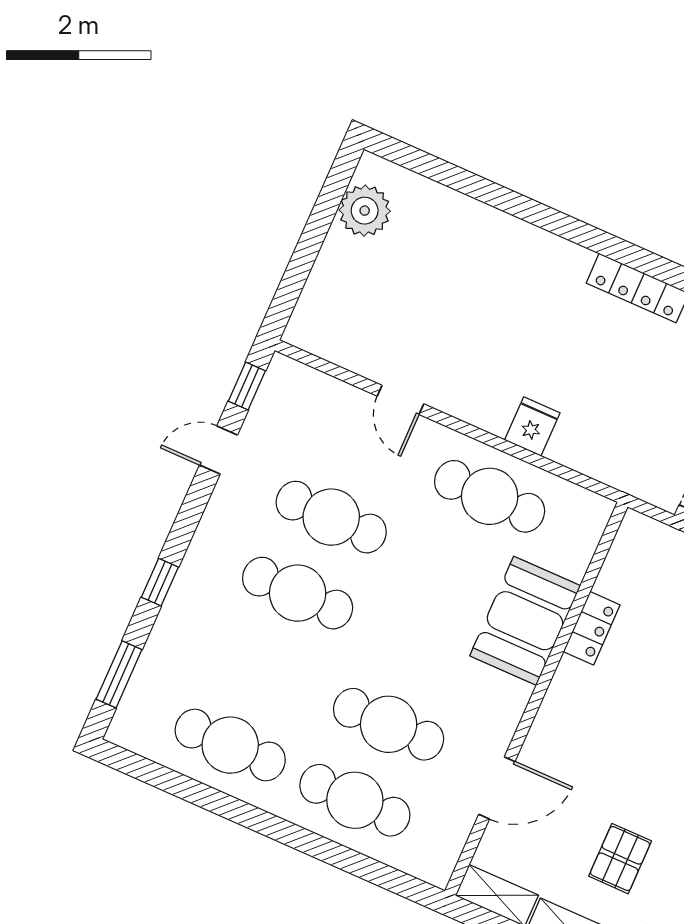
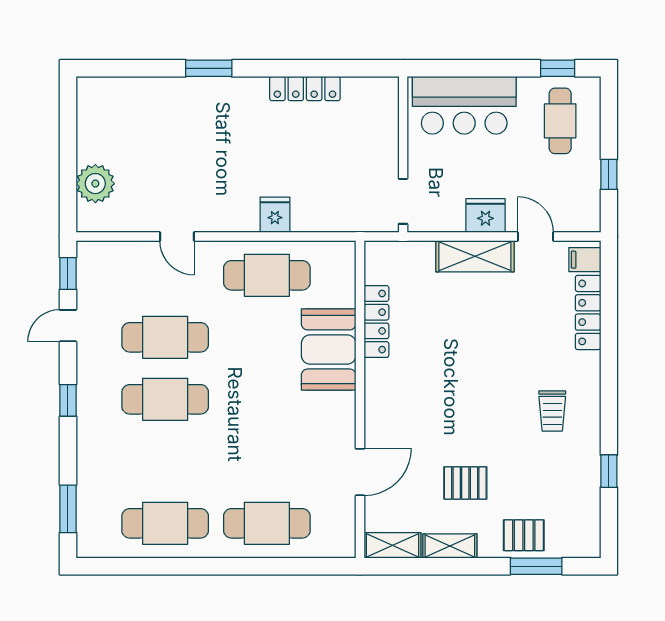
plant: (365, 211) -> (95, 184), moved
window: (531, 211) -> (209, 68), added
window: (160, 582) -> (68, 400), moved
locker: (592, 628) -> (376, 322), width x1.53
cafe table: (389, 724) -> (267, 461), removed
pallet: (620, 859) -> (465, 483), turned 90

